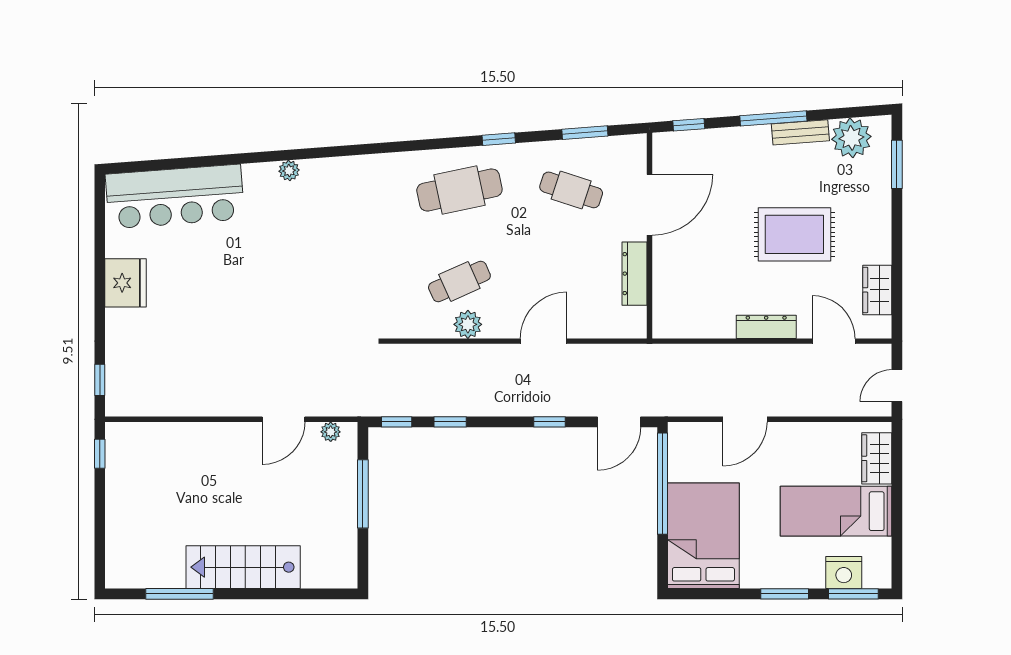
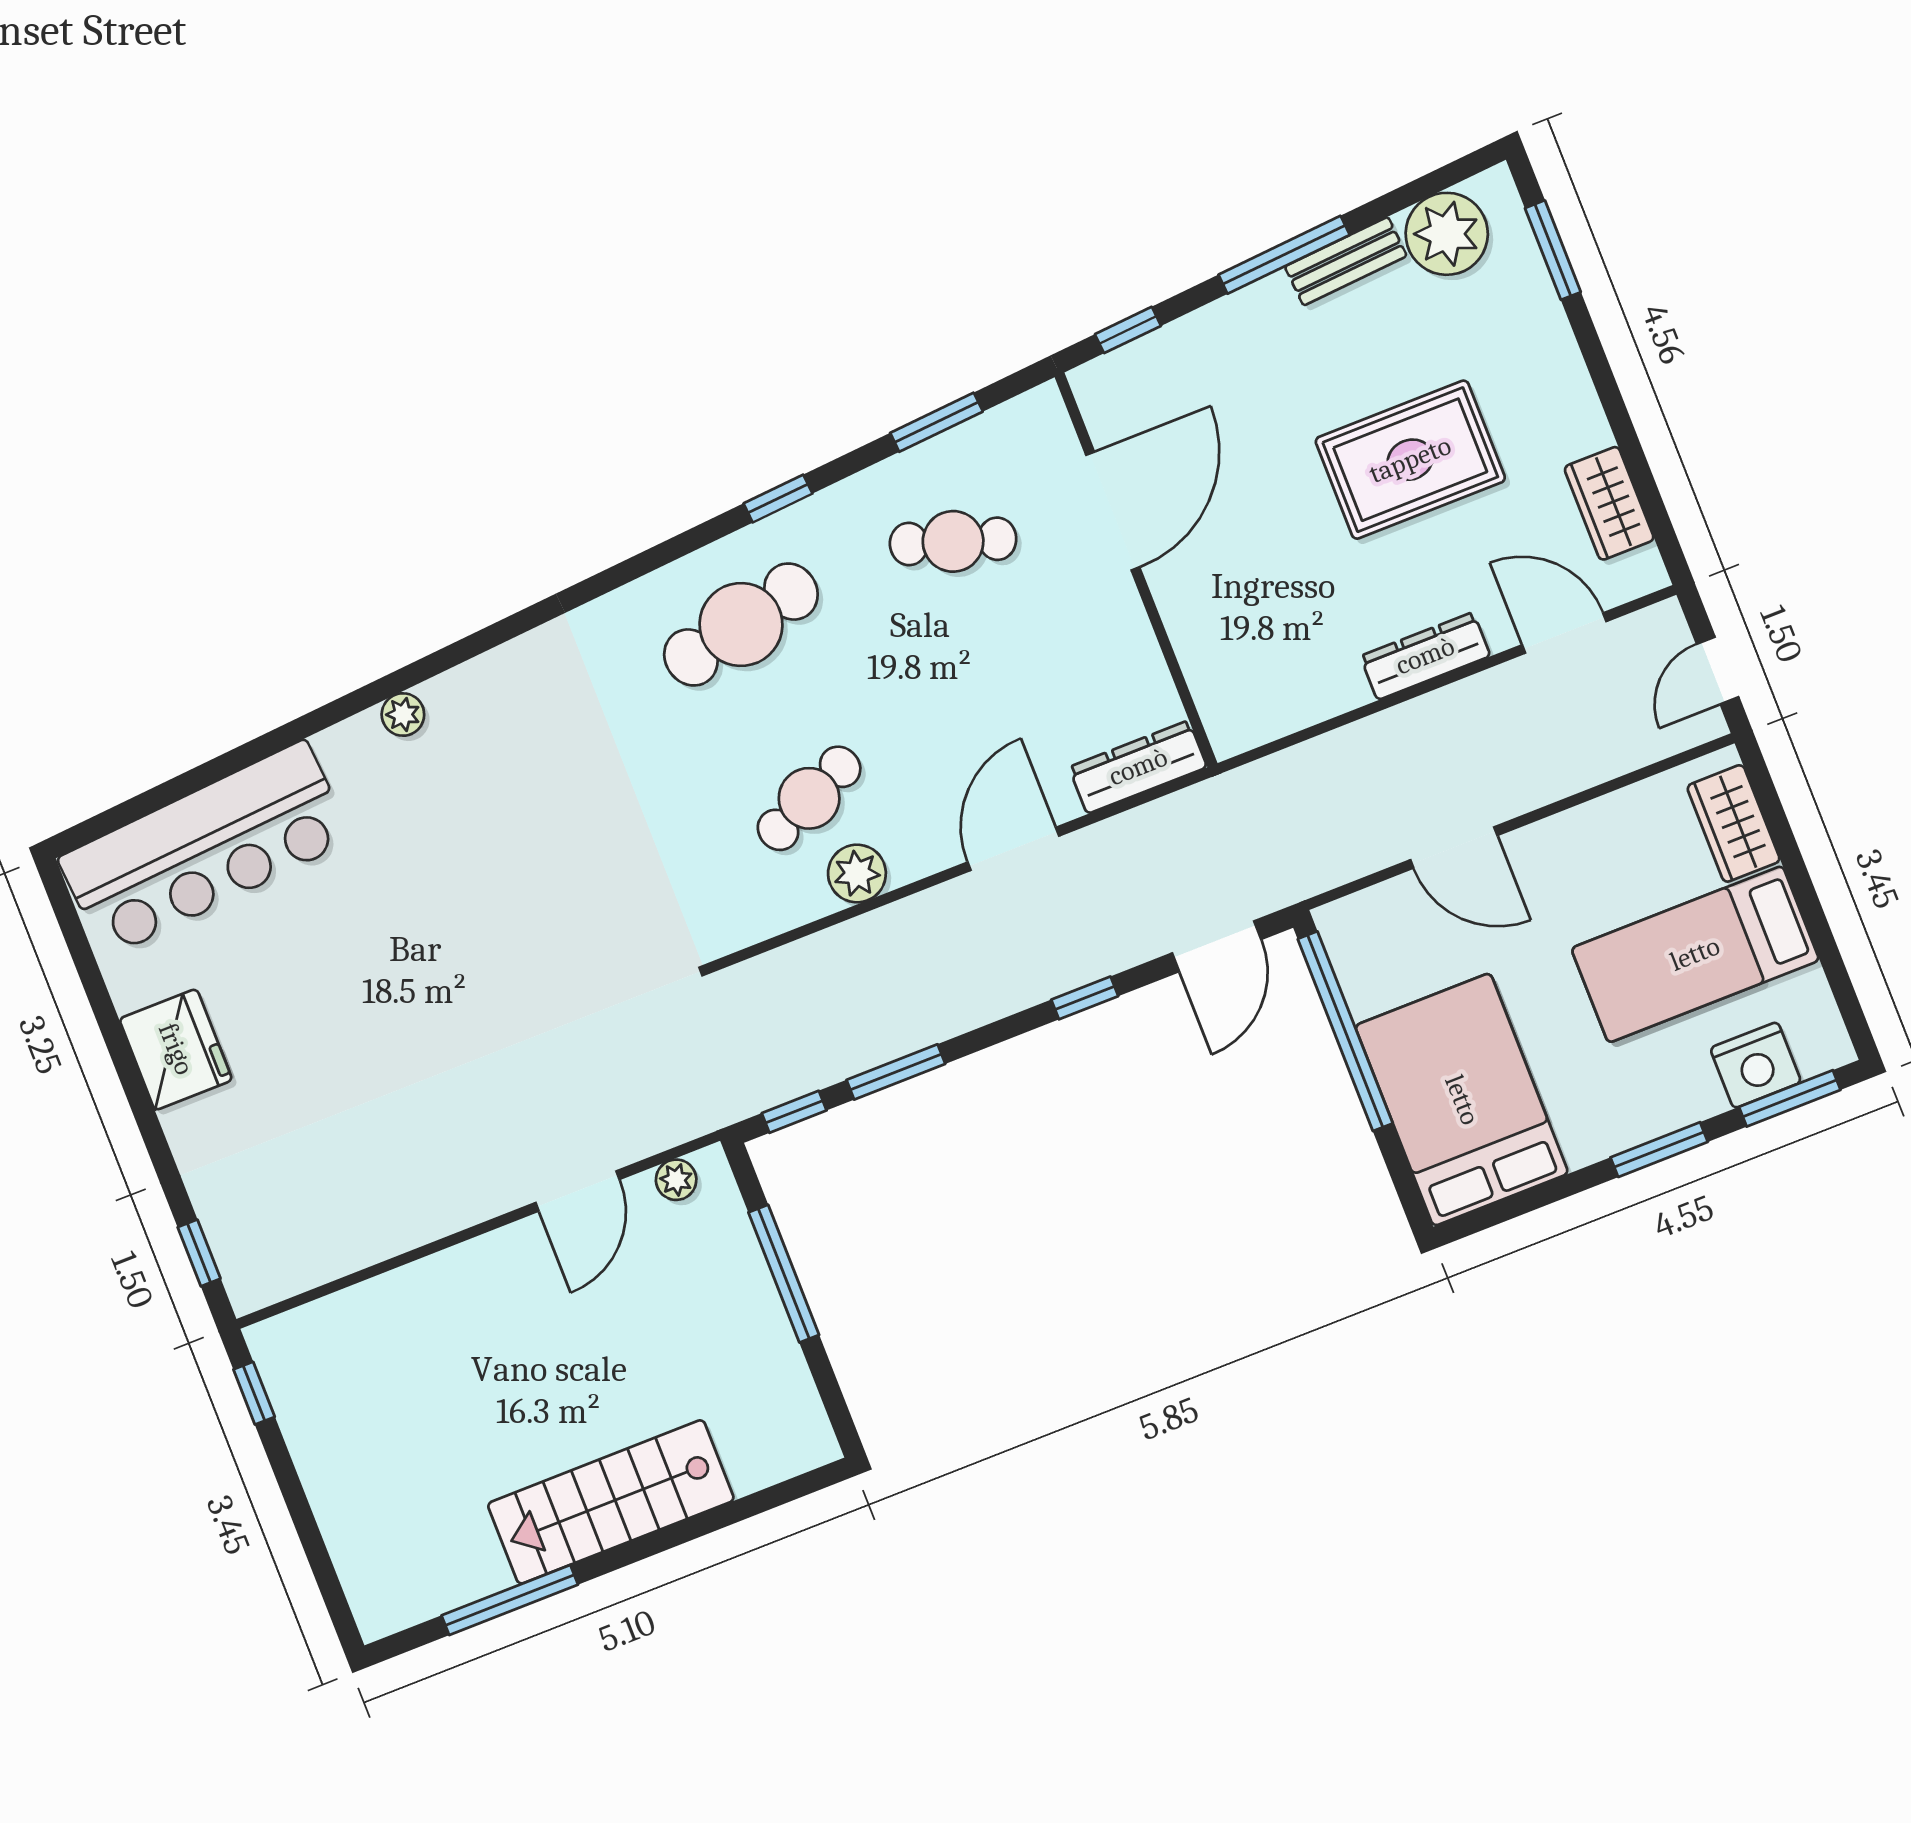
dresser: (634, 274) -> (1138, 767), moved, turned 90
door: (745, 419) -> (1454, 848), hinge flipped
window: (450, 422) -> (896, 1072), width x1.50

